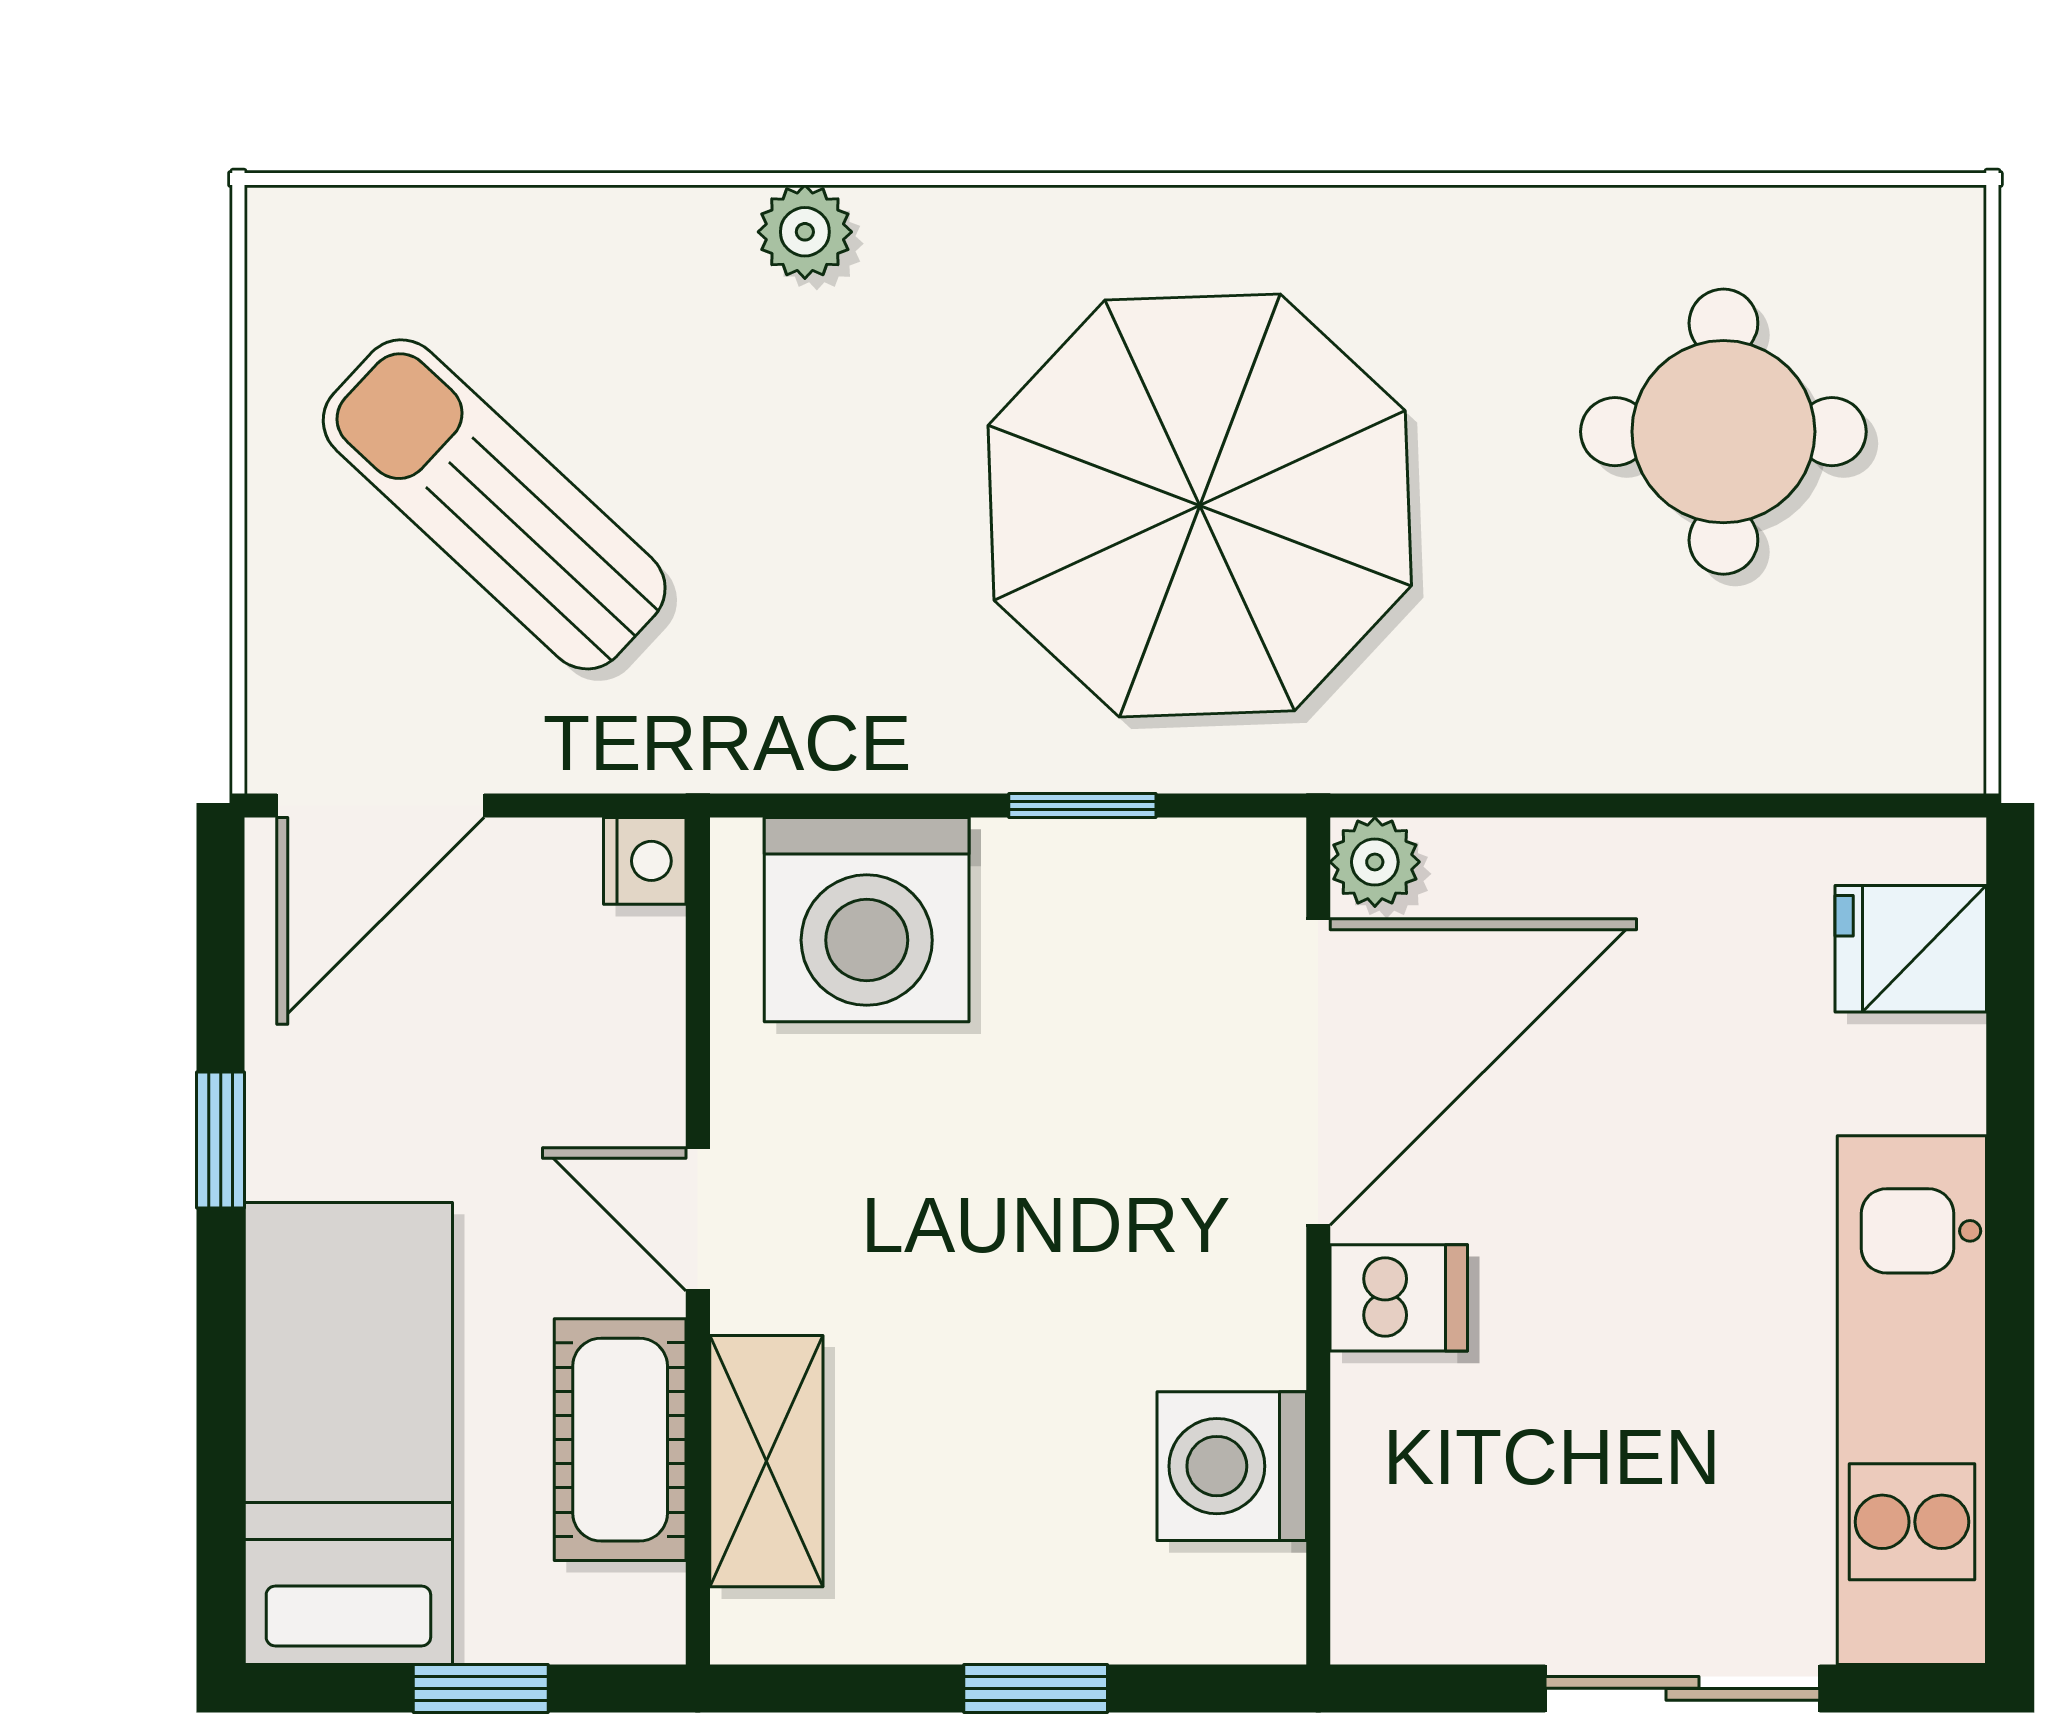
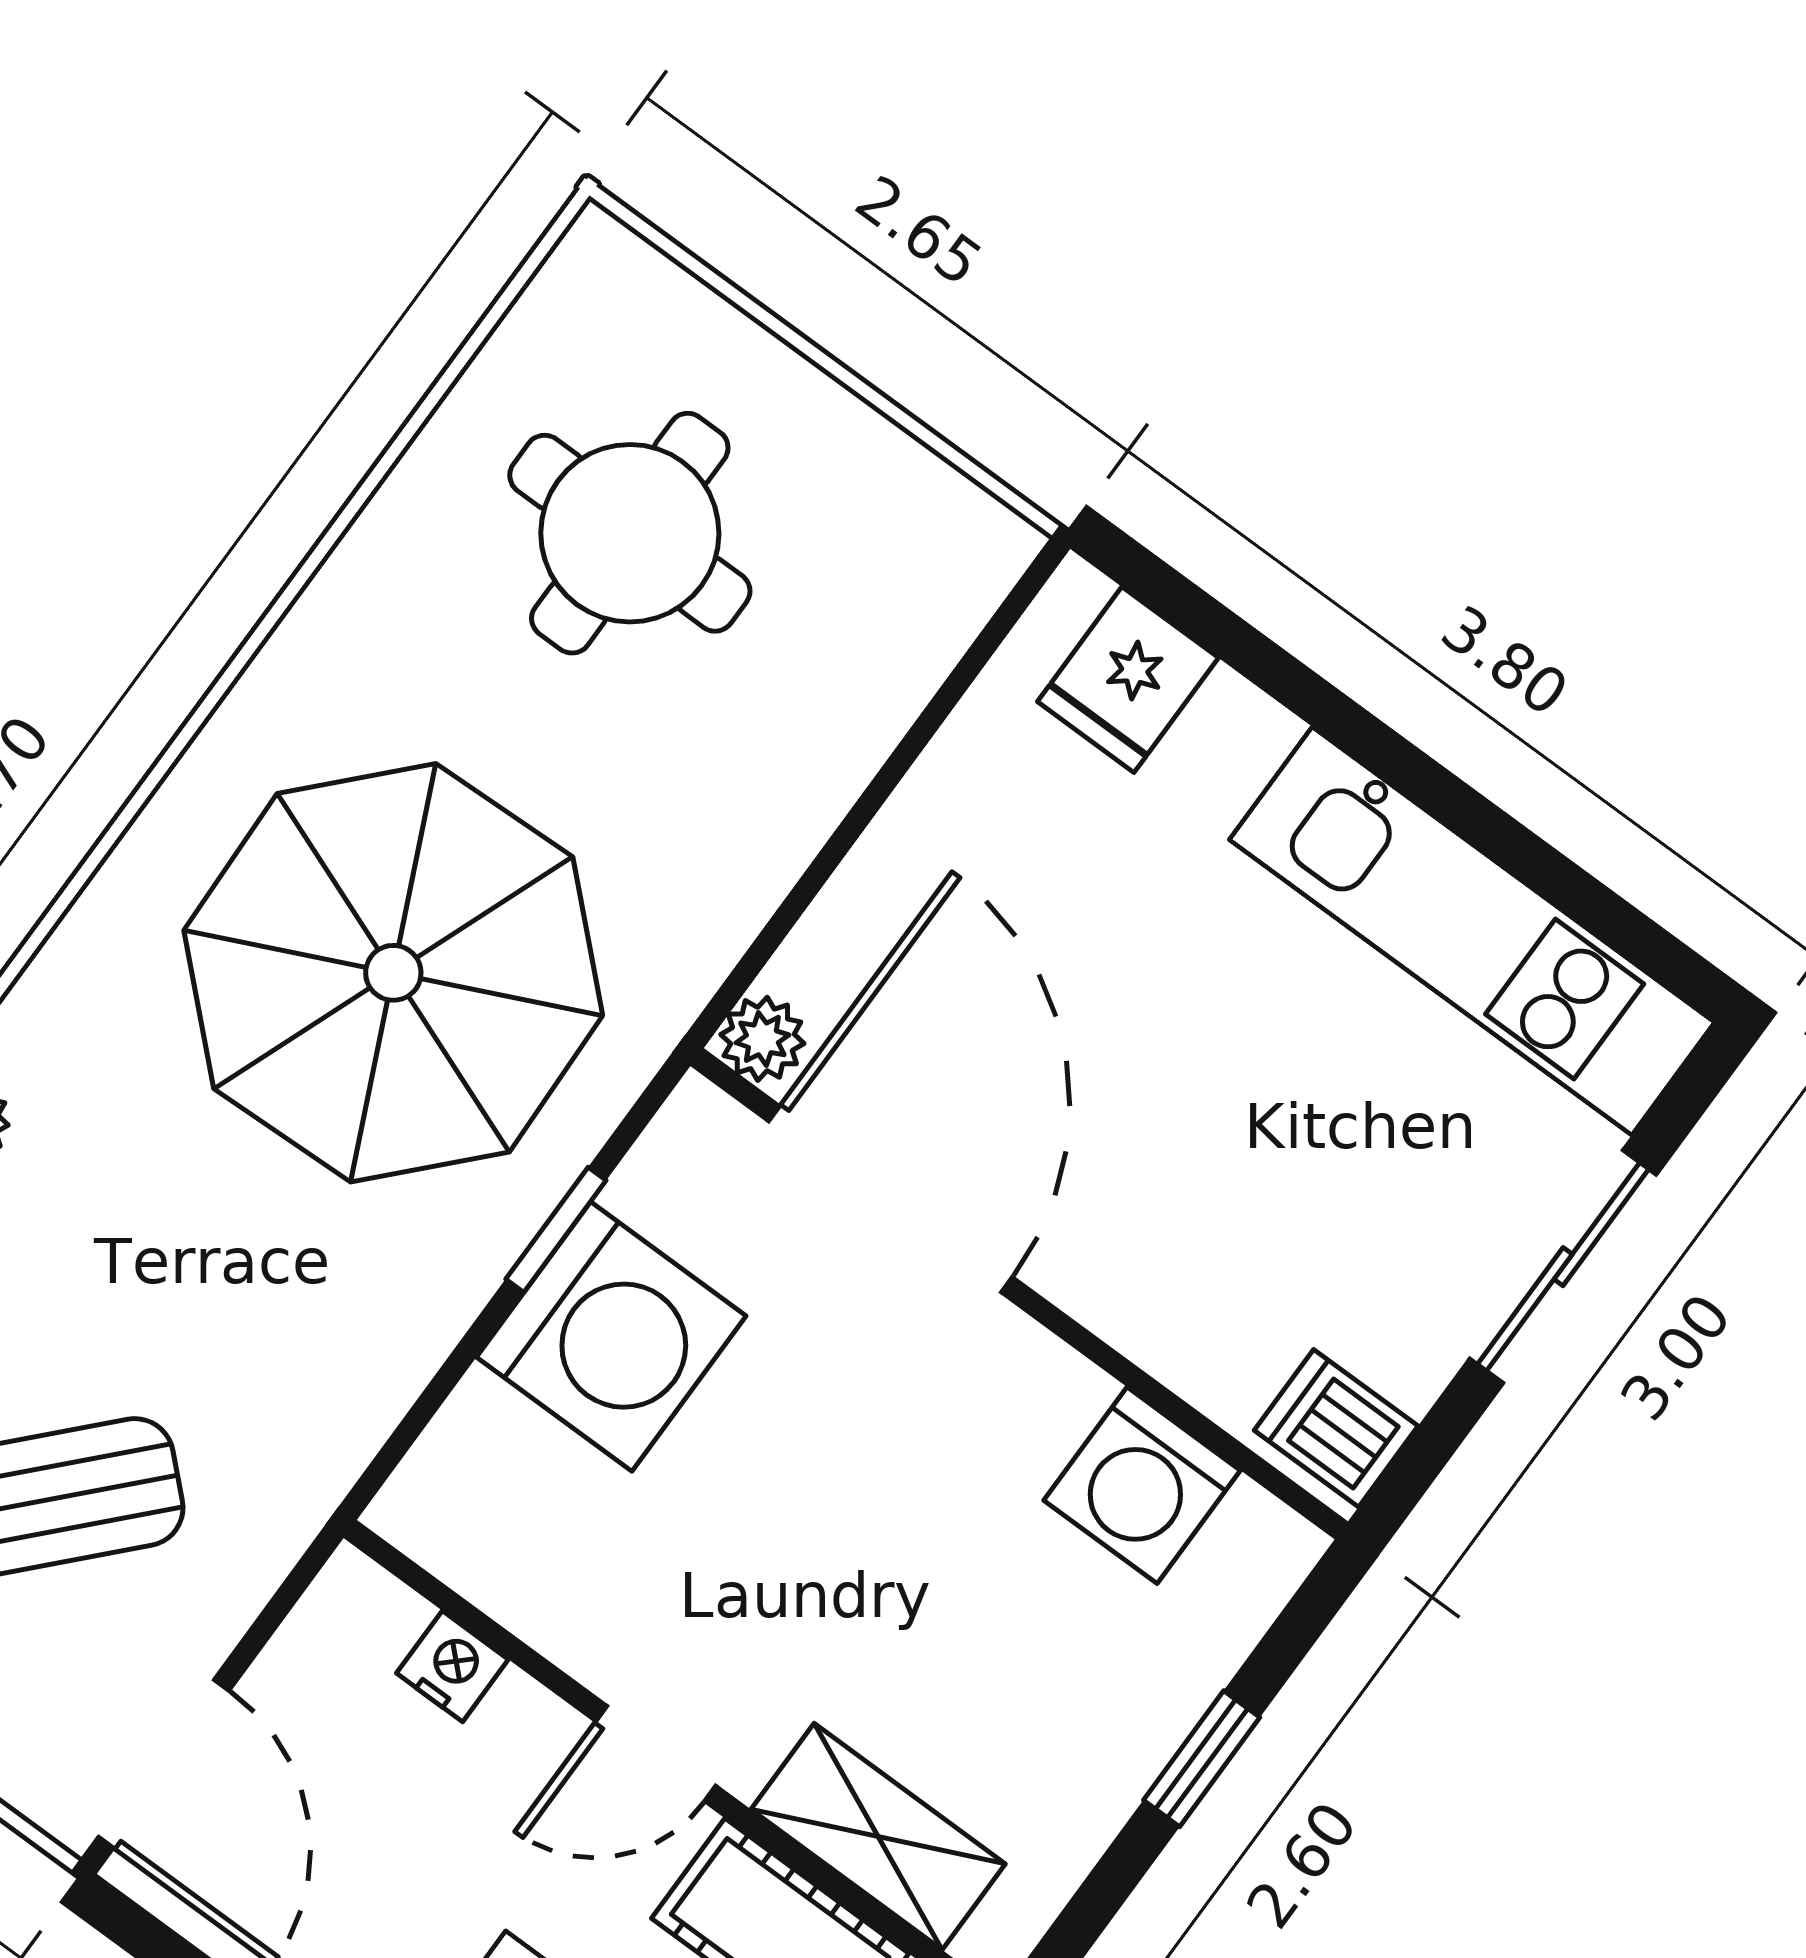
nightstand: (645, 861) -> (452, 1666), moved
washing machine: (867, 920) -> (611, 1336), moved
dishwasher: (1399, 1298) -> (1336, 1428), moved, turned -90

